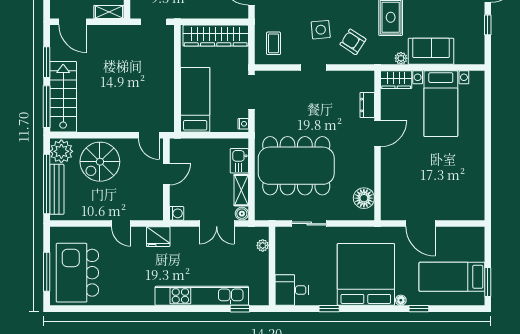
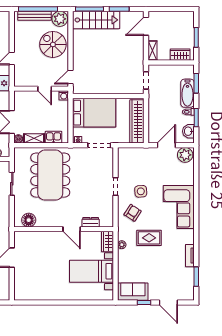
coffee table: (273, 43) -> (132, 160), removed
sofa: (431, 51) -> (133, 292), moved, turned -90
bed: (195, 100) -> (94, 113), width x1.50
washing machine: (177, 213) -> (64, 95), moved

